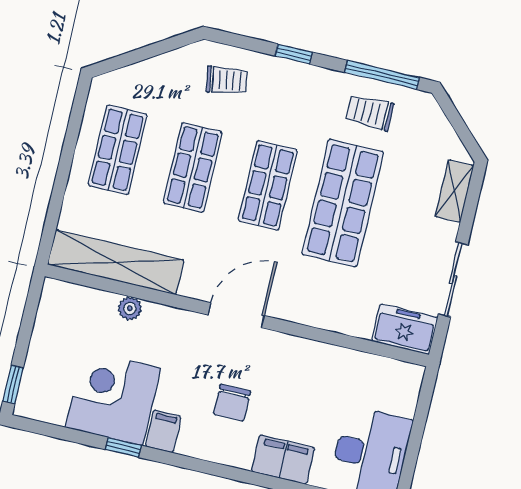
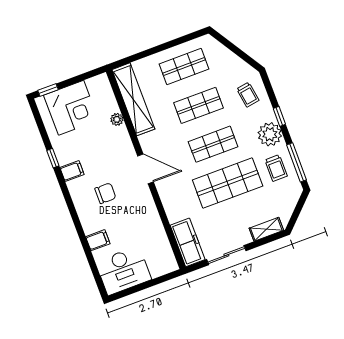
plant: (311, 87) -> (270, 134), added
trolley: (370, 113) -> (276, 168), turned 180
freezer: (405, 329) -> (188, 242), width x1.40
corner desk: (113, 398) -> (71, 108), moved, turned 90
chair: (232, 403) -> (105, 193), turned 180
filing cabinet: (283, 460) -> (98, 240), width x0.50

